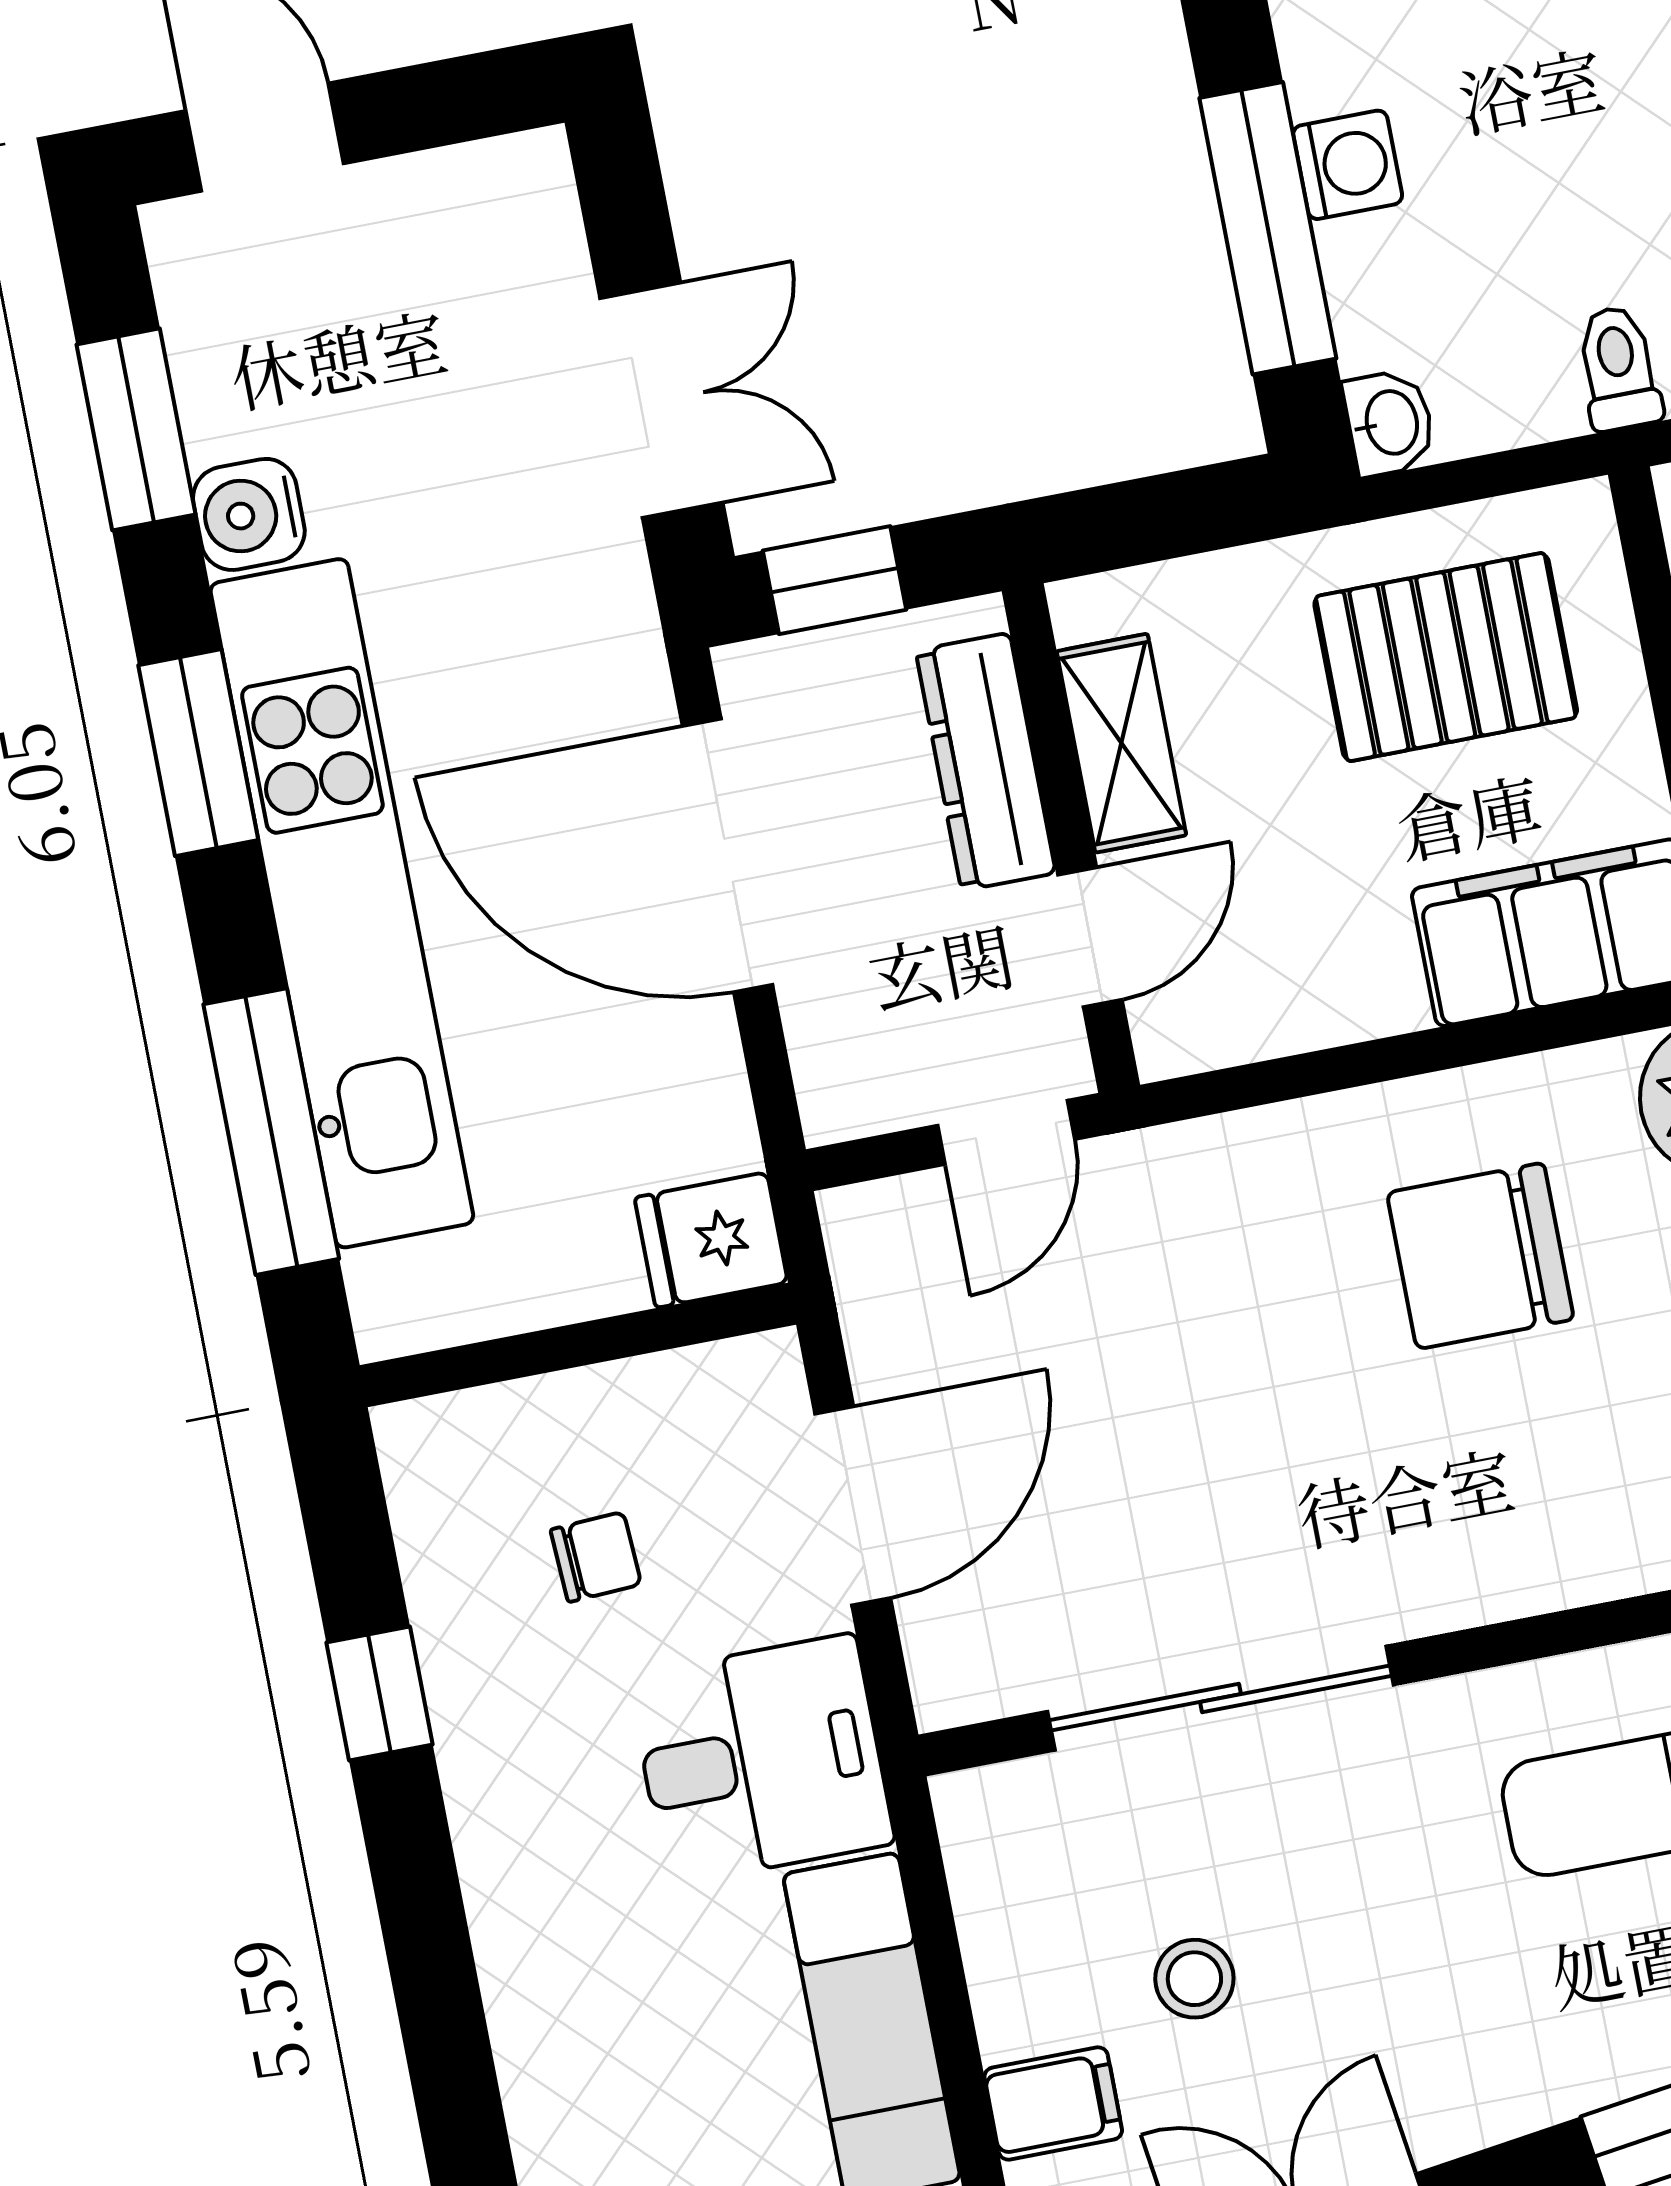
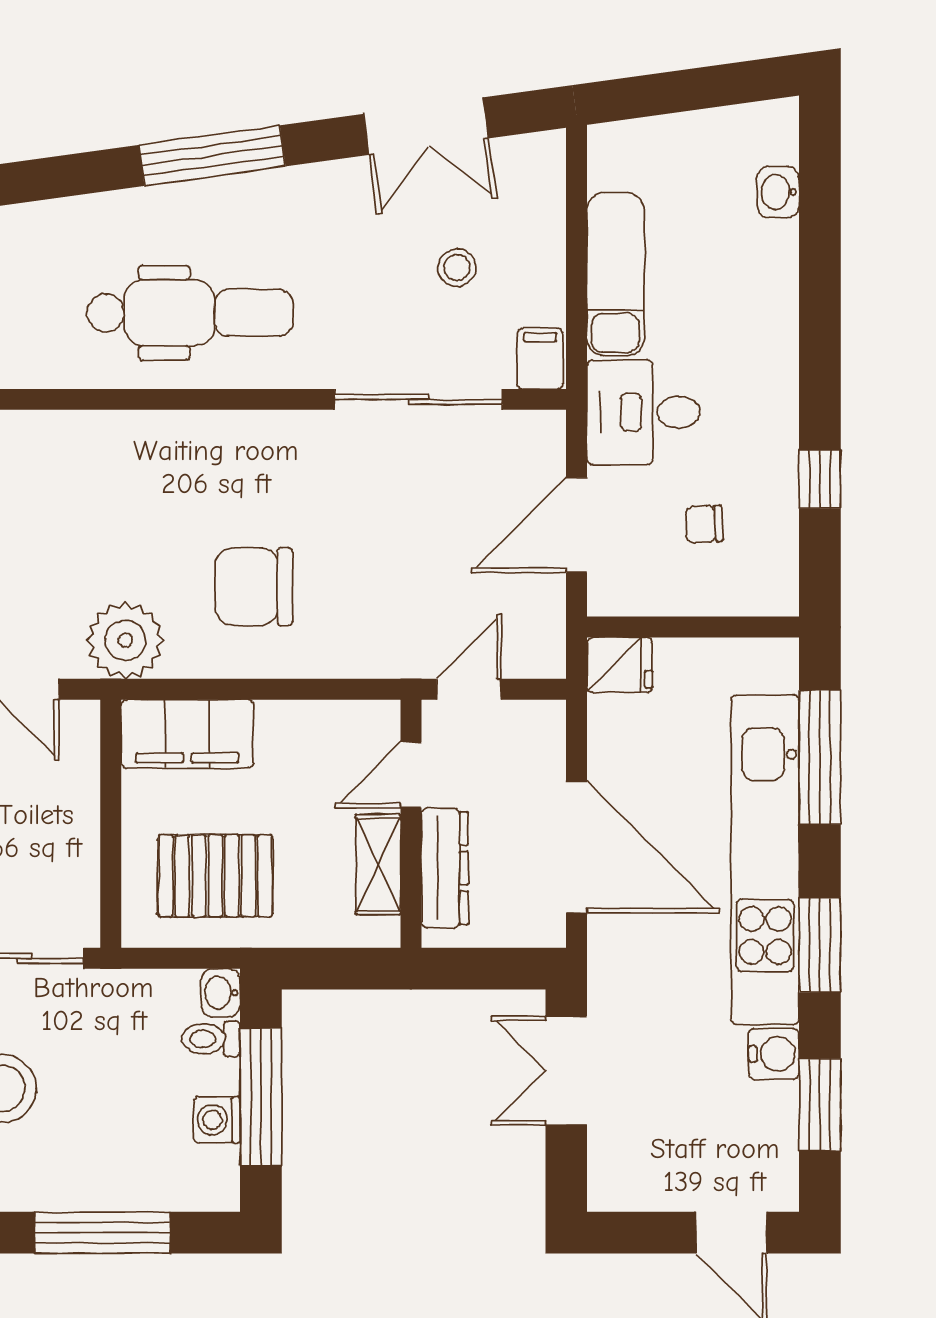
toilet: (1618, 368) -> (211, 1039), moved, turned 90
window: (835, 580) -> (500, 969), removed
chair: (1480, 1256) -> (254, 587), turned 180
filing cabinet: (1053, 2104) -> (540, 359), moved, turned 90

